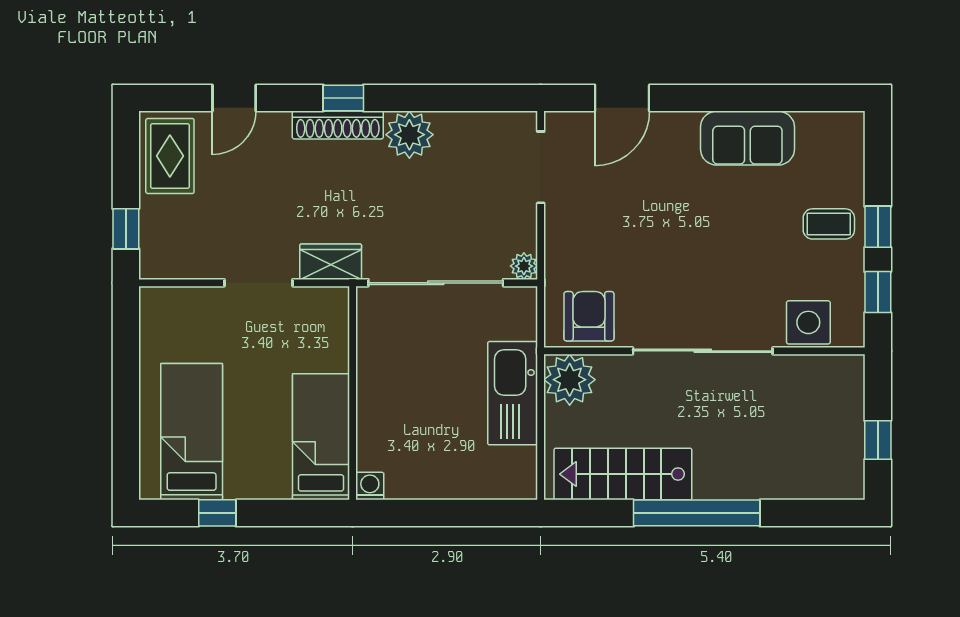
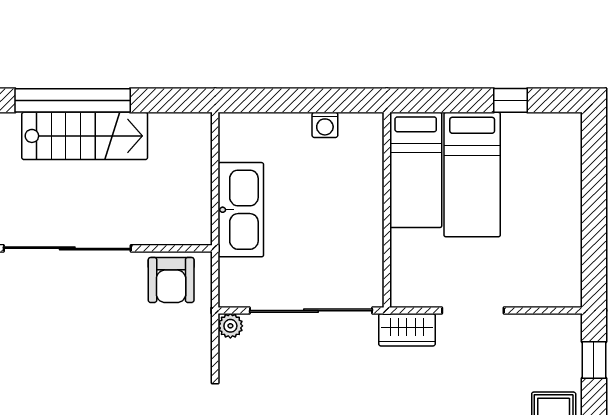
plant: (570, 380) -> (189, 222), removed
bed: (192, 432) -> (472, 175), moved
stairs: (623, 474) -> (85, 136), moved
washing machine: (370, 486) -> (325, 125), moved

